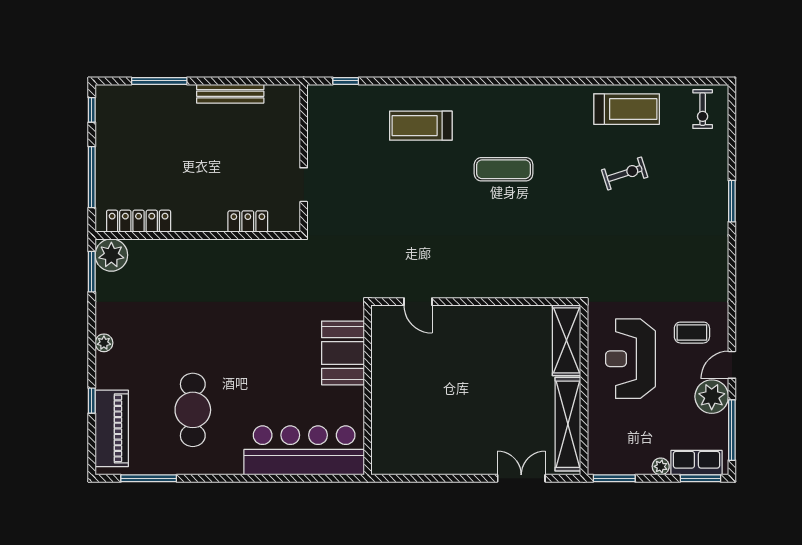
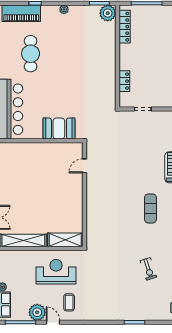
cafe table: (193, 410) -> (31, 54), turned 90

